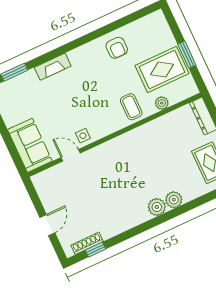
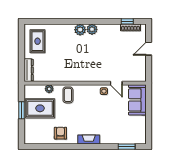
fireplace: (53, 67) -> (89, 139), moved
plant: (174, 200) -> (92, 29), moved

